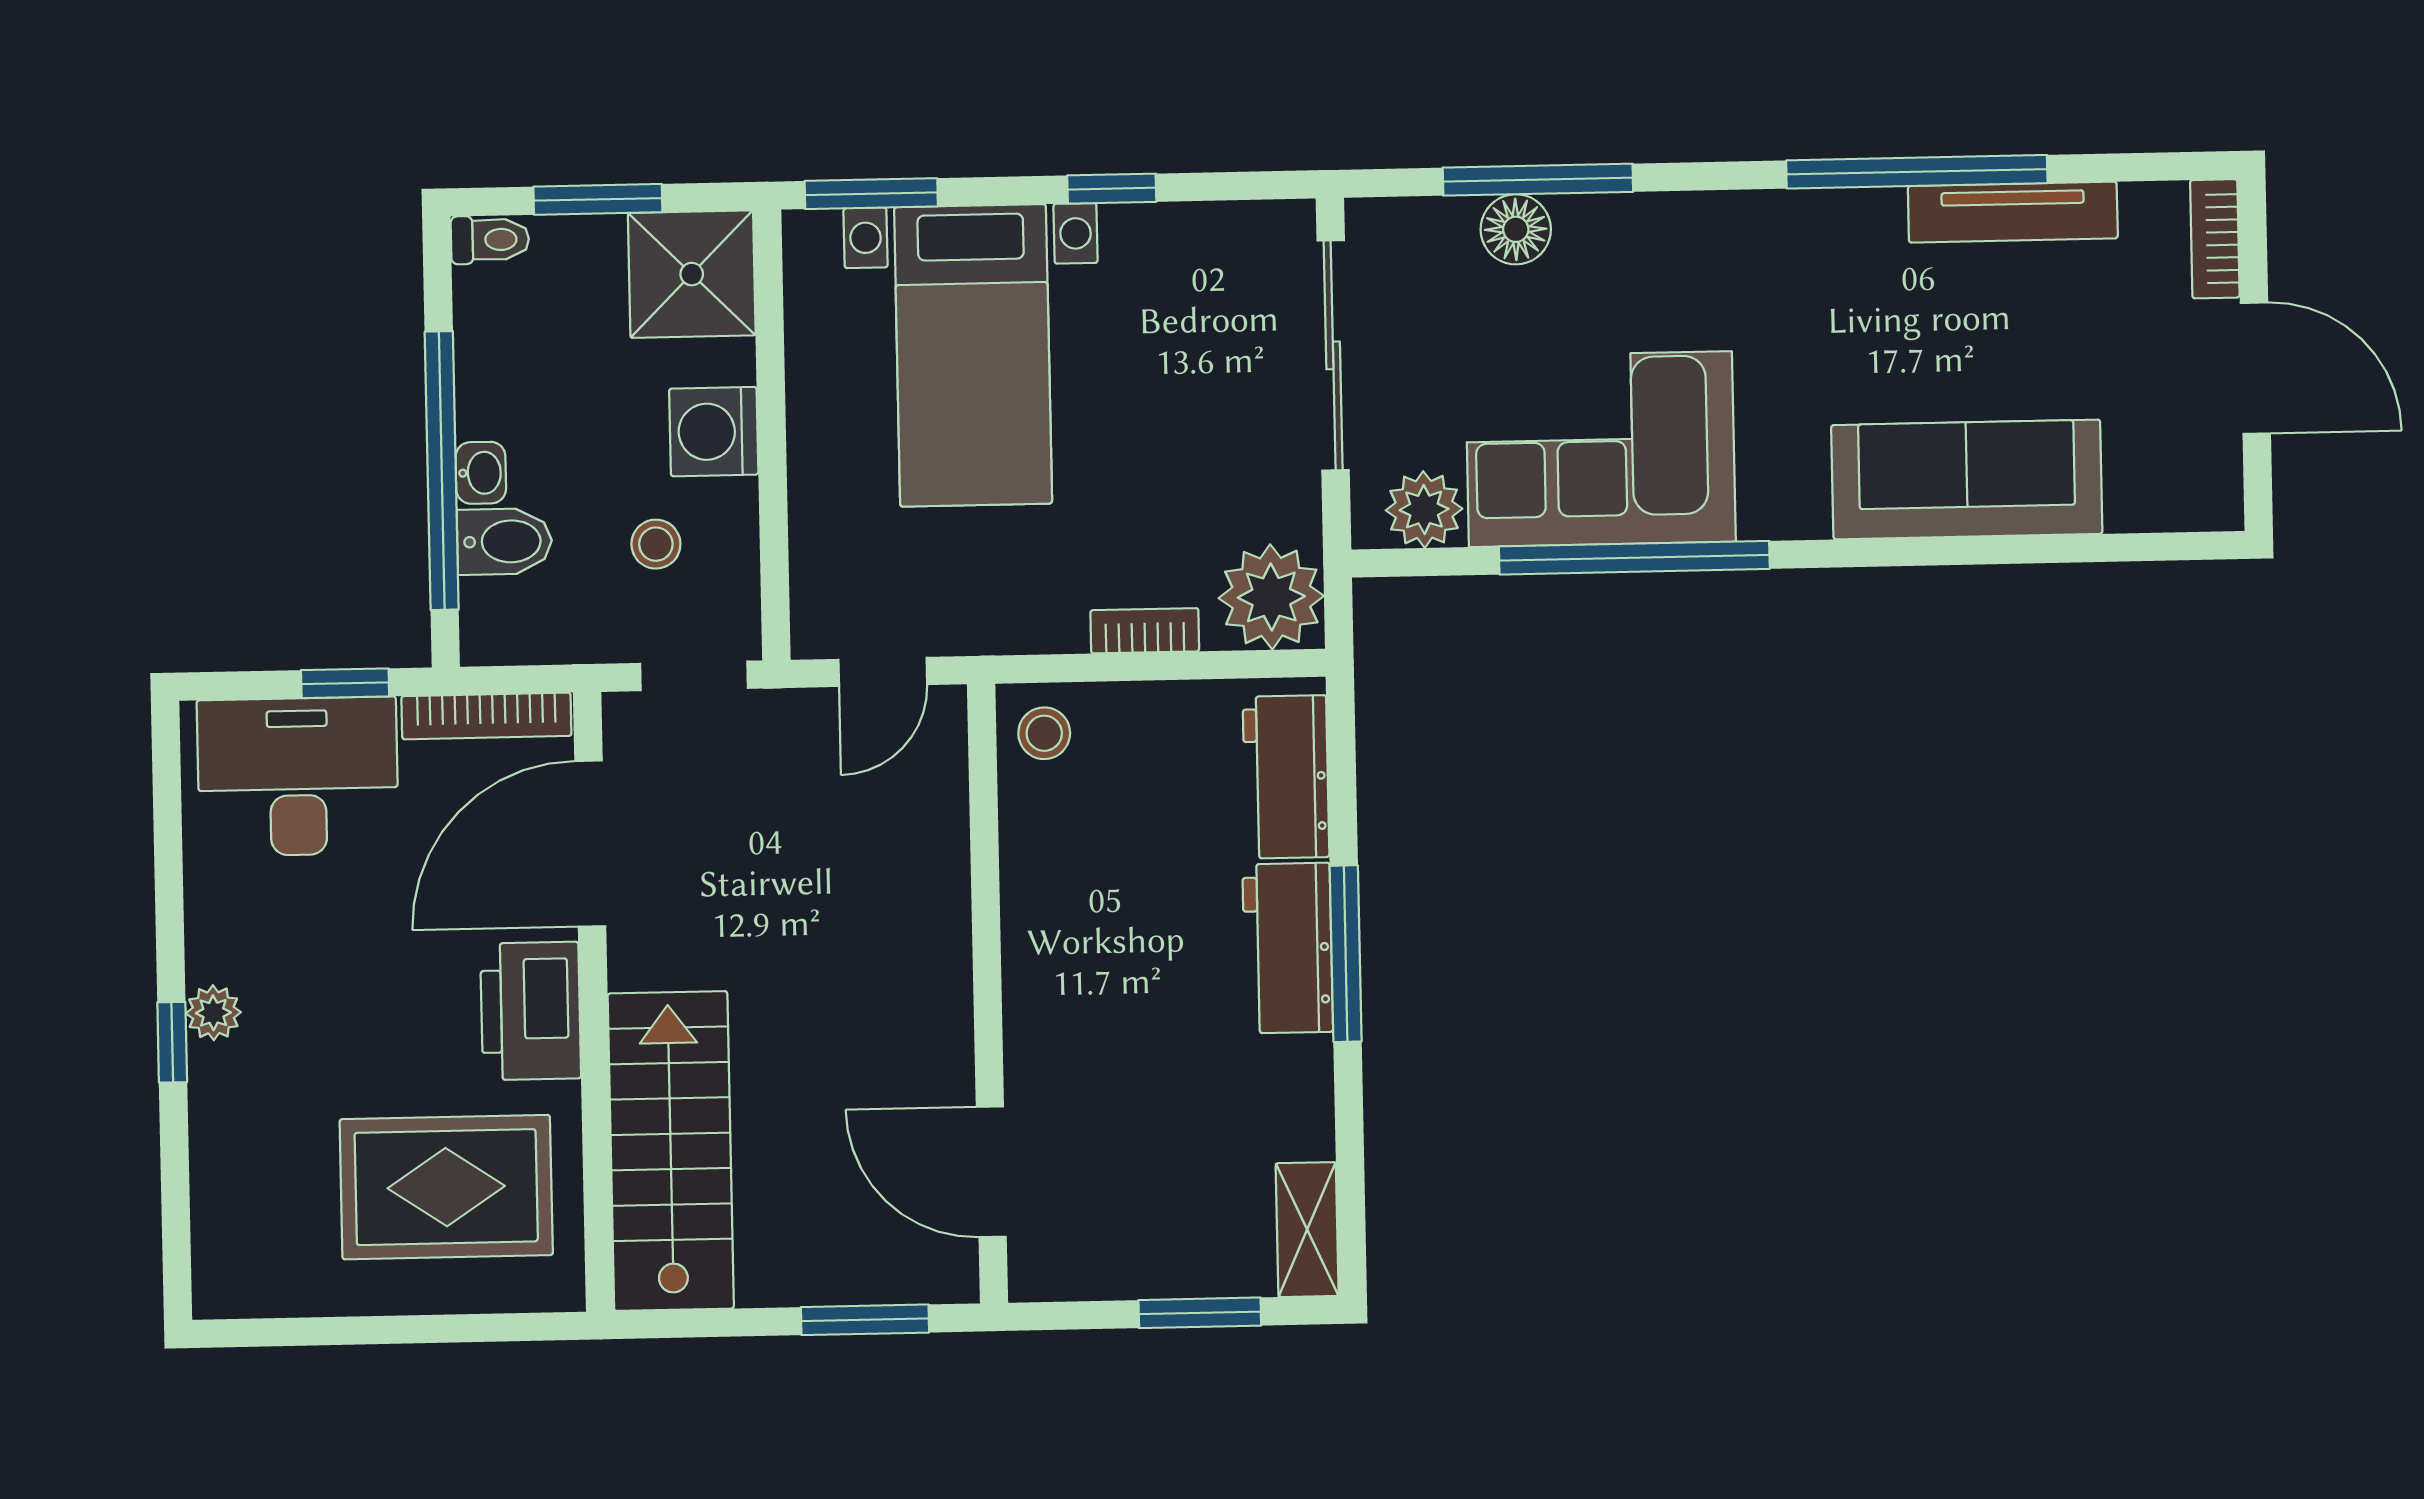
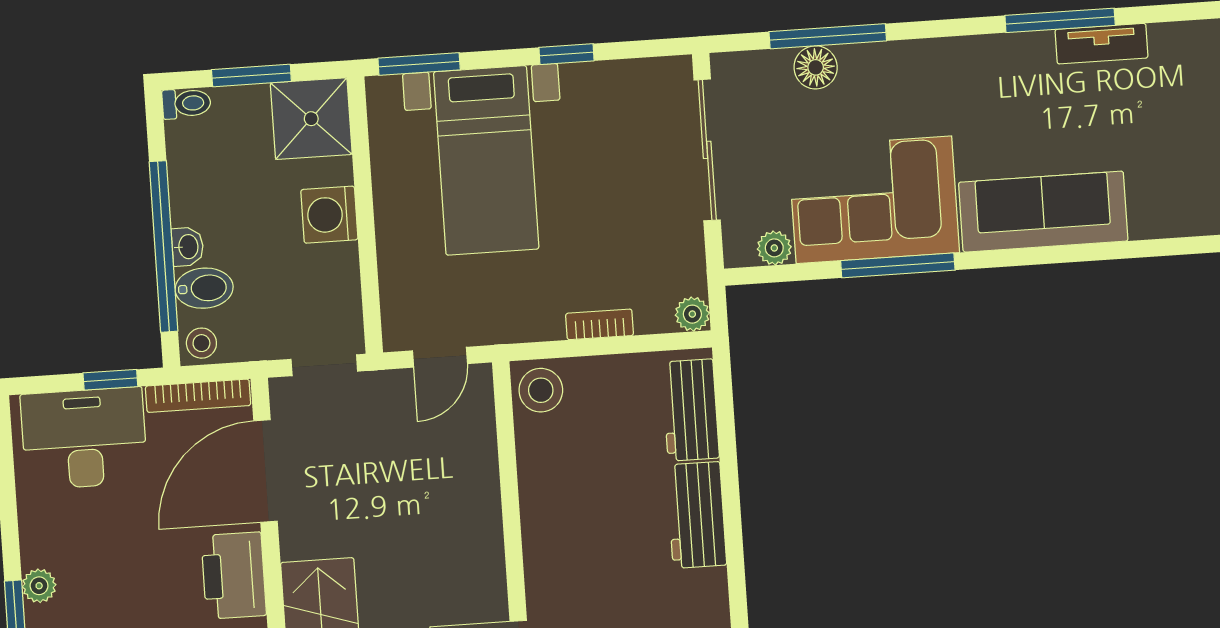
window: (1917, 172) -> (1060, 20), width x0.68
tv unit: (2013, 212) -> (1102, 44), width x0.71
sofa: (1967, 479) -> (1043, 212), moved
plant: (1424, 510) -> (774, 248), width x0.73, depth x0.73
stool: (656, 544) -> (201, 343), moved
window: (1634, 558) -> (898, 265), width x0.68
plant: (1271, 597) -> (692, 314), width x0.53, depth x0.53
stool: (1044, 733) -> (541, 390), width x1.37, depth x1.37
window: (1346, 954) -> (732, 517), removed

